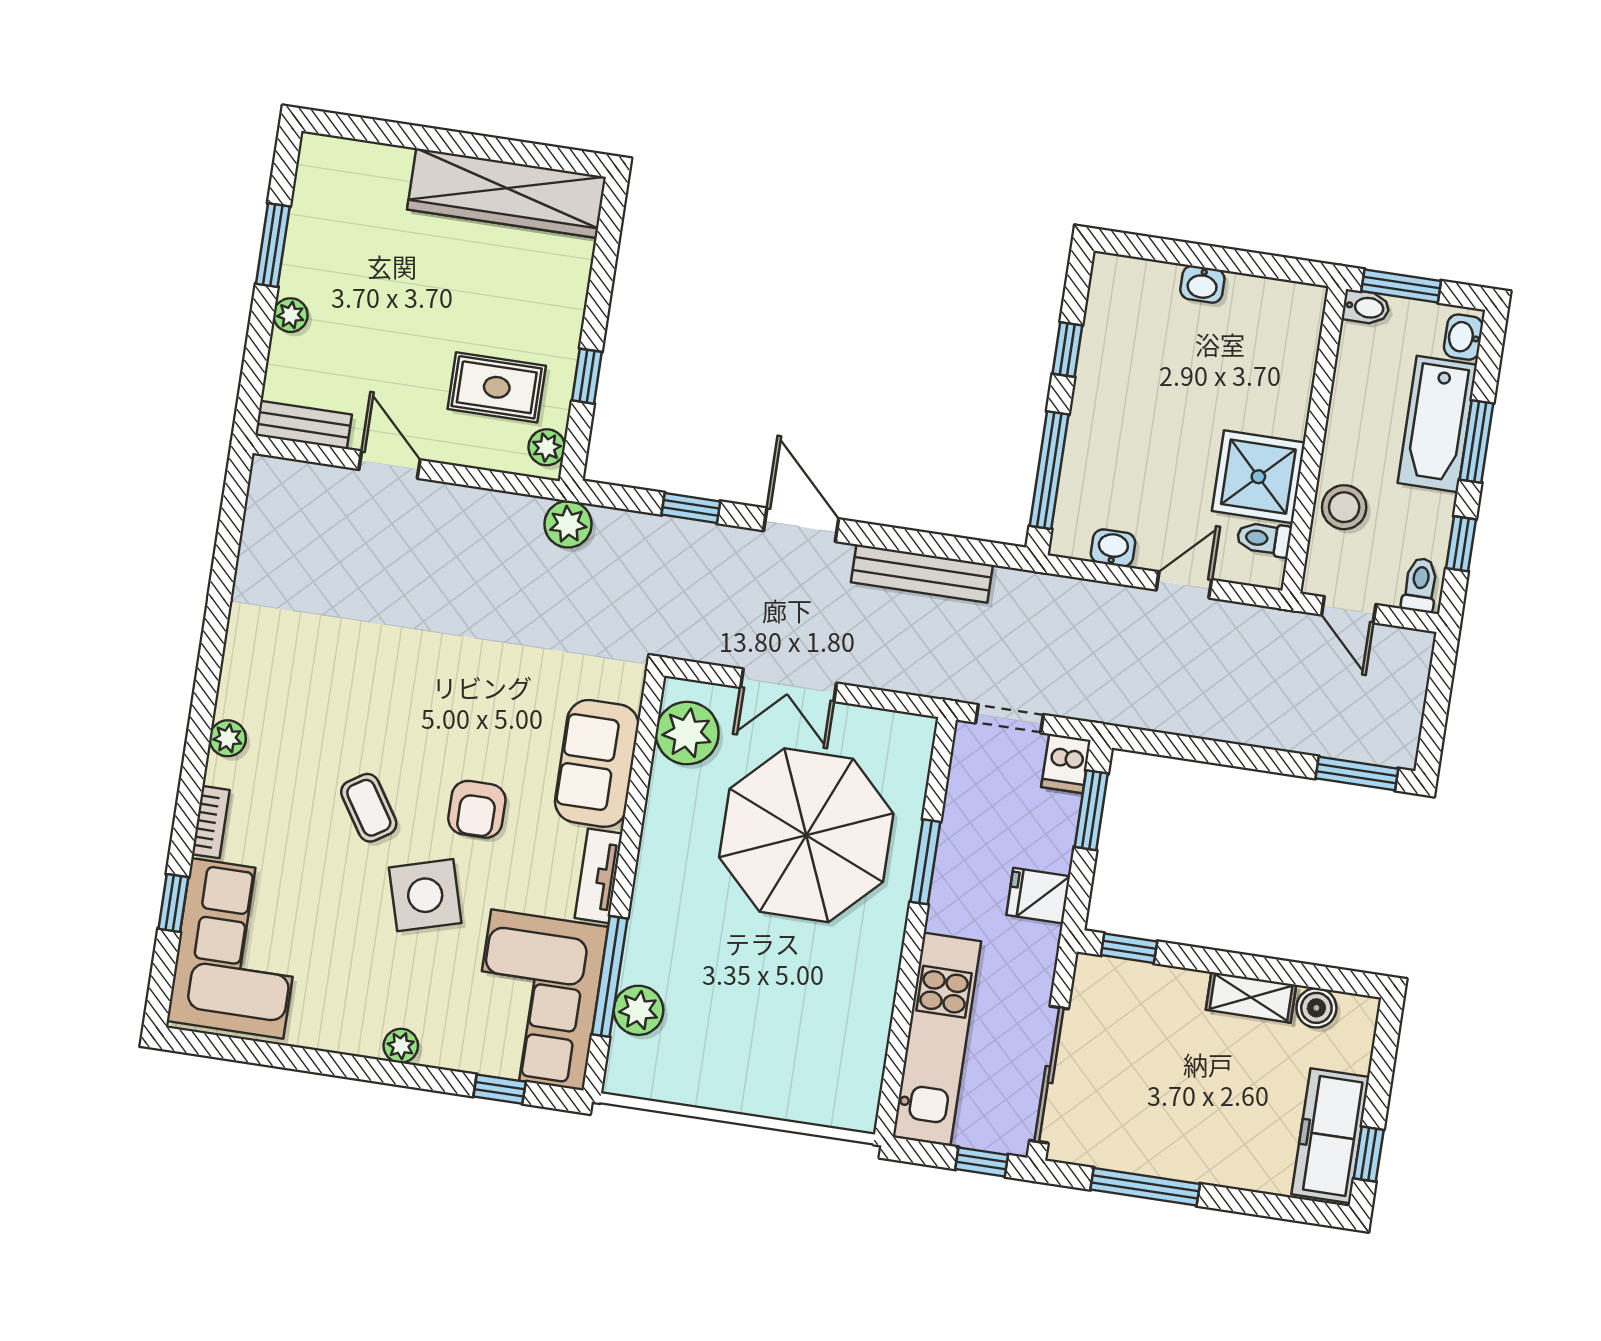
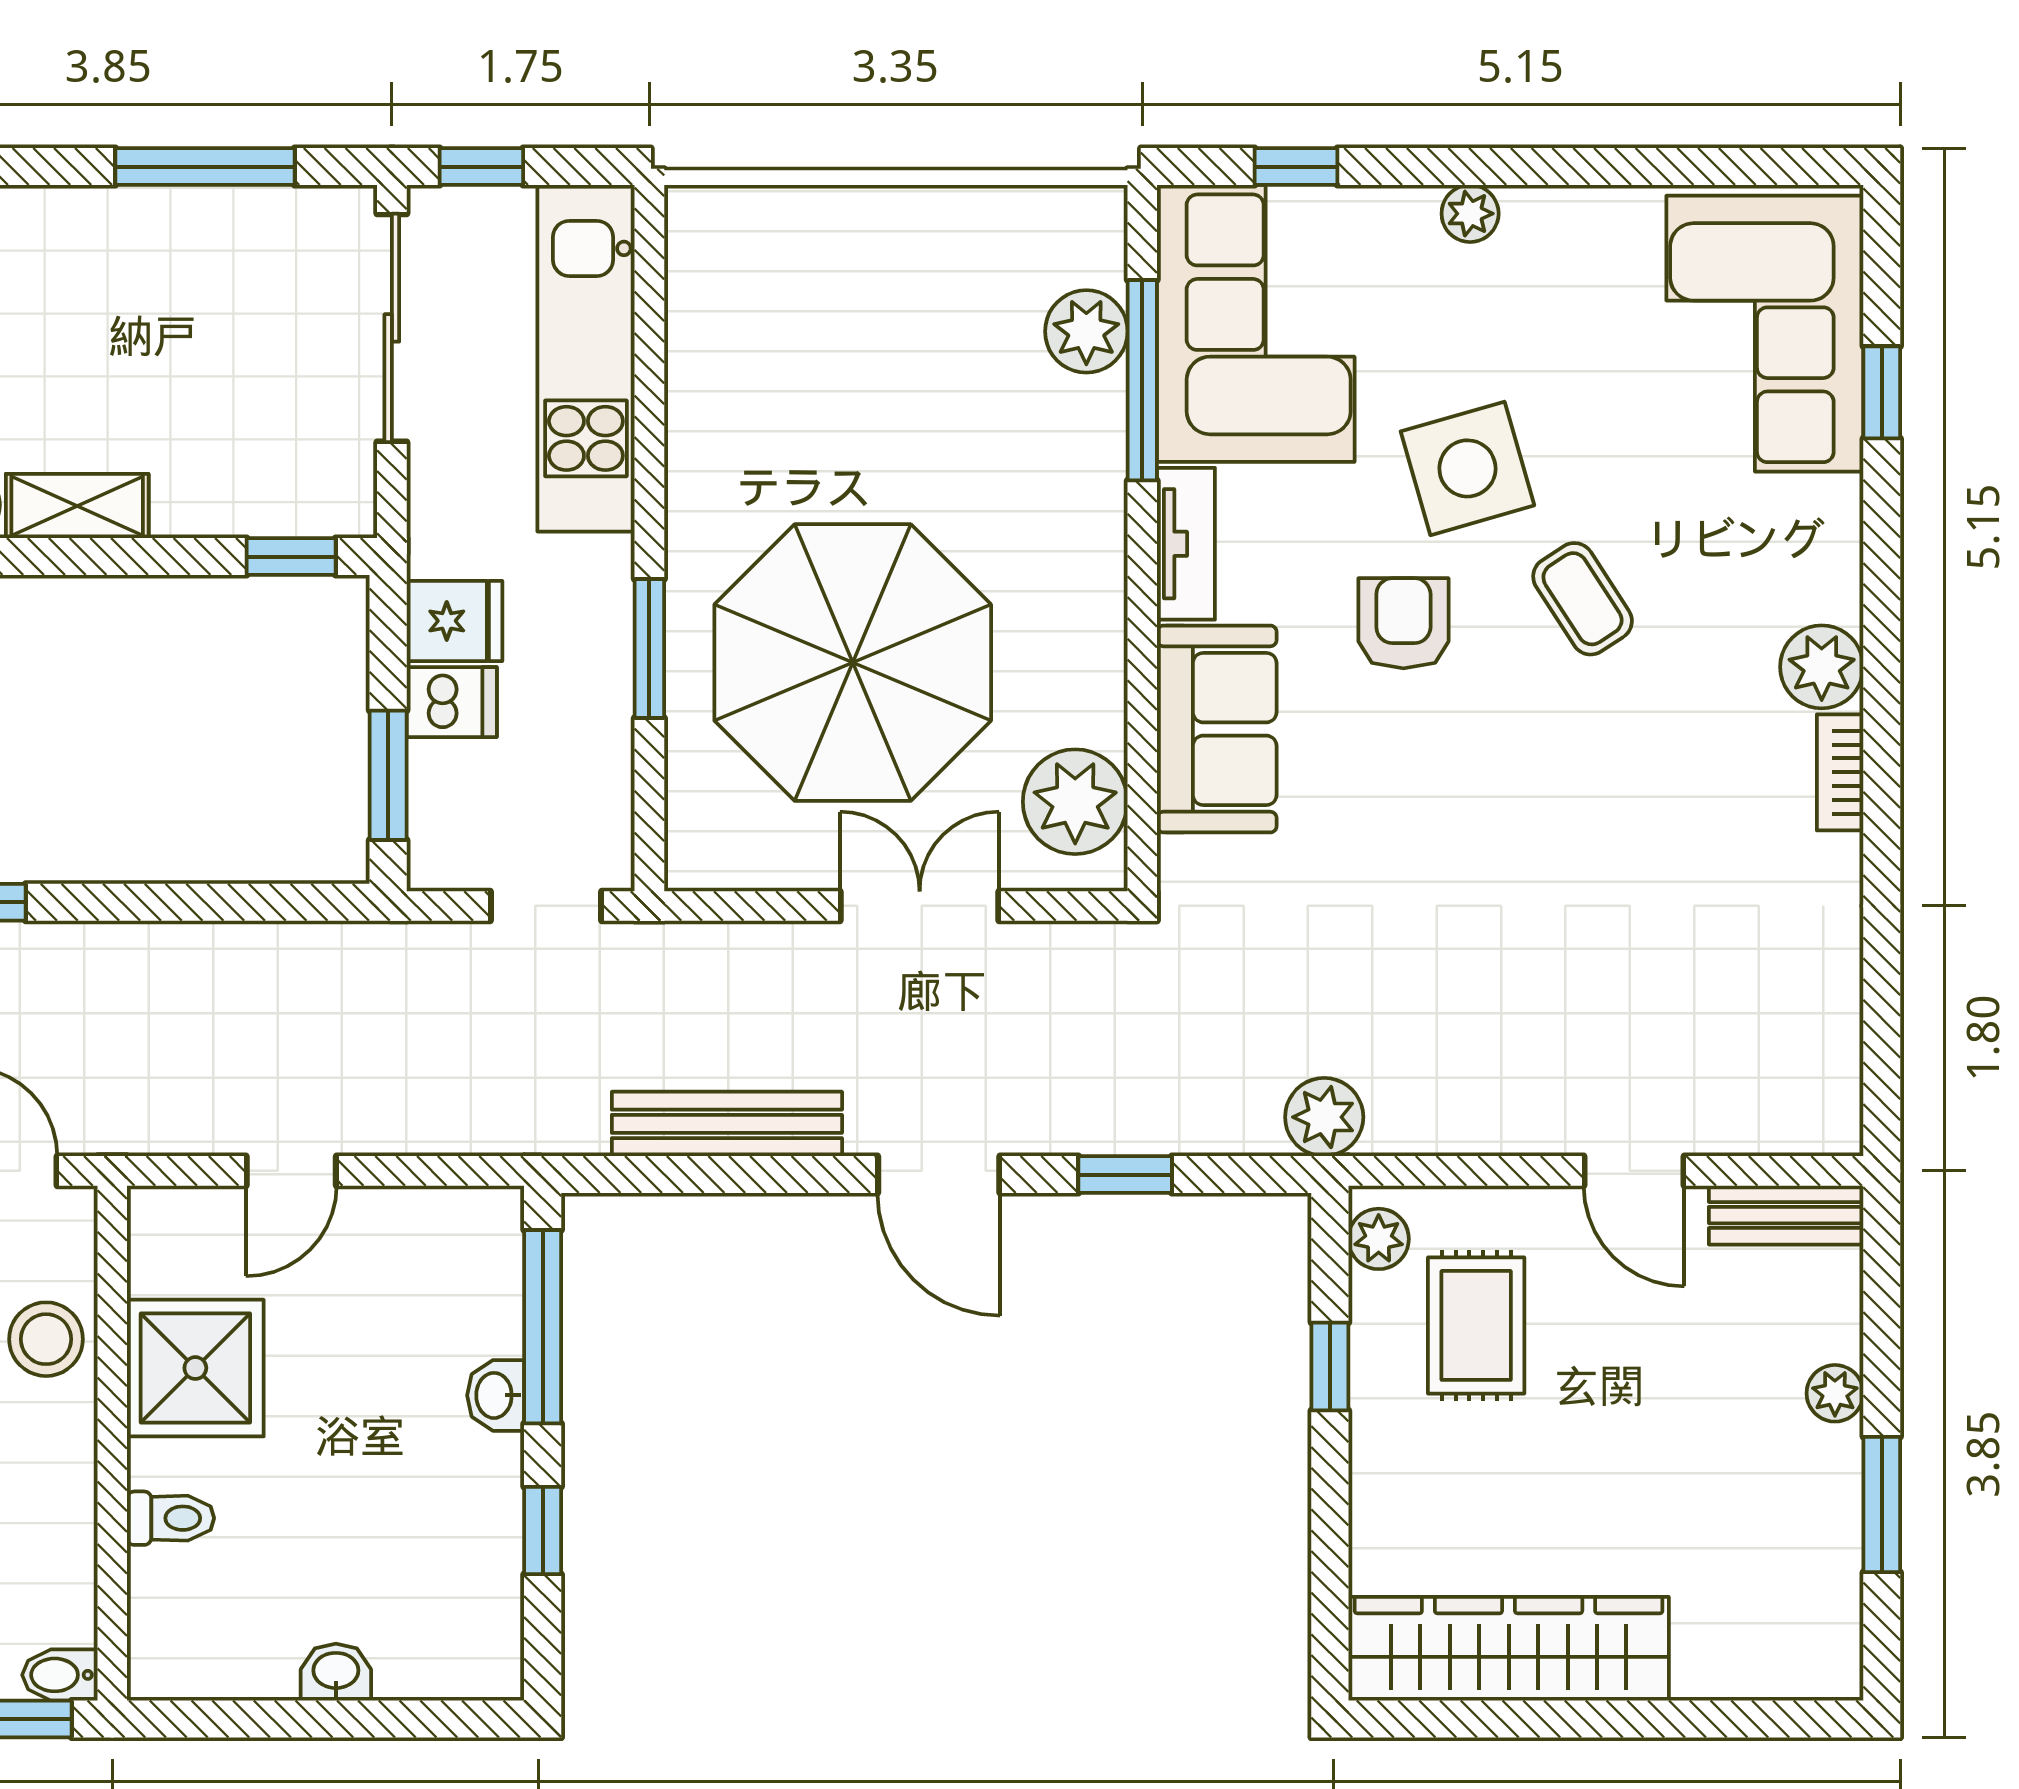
rug: (497, 387) -> (1476, 1325), turned 90
toilet: (1264, 539) -> (171, 1518), moved
washbasin: (1113, 548) -> (496, 1395), moved, turned 90
plant: (228, 738) -> (1822, 667), width x1.38, depth x1.38
dishwasher: (1066, 763) -> (452, 702), moved, turned 90
bookcase: (211, 822) -> (1840, 772), moved

